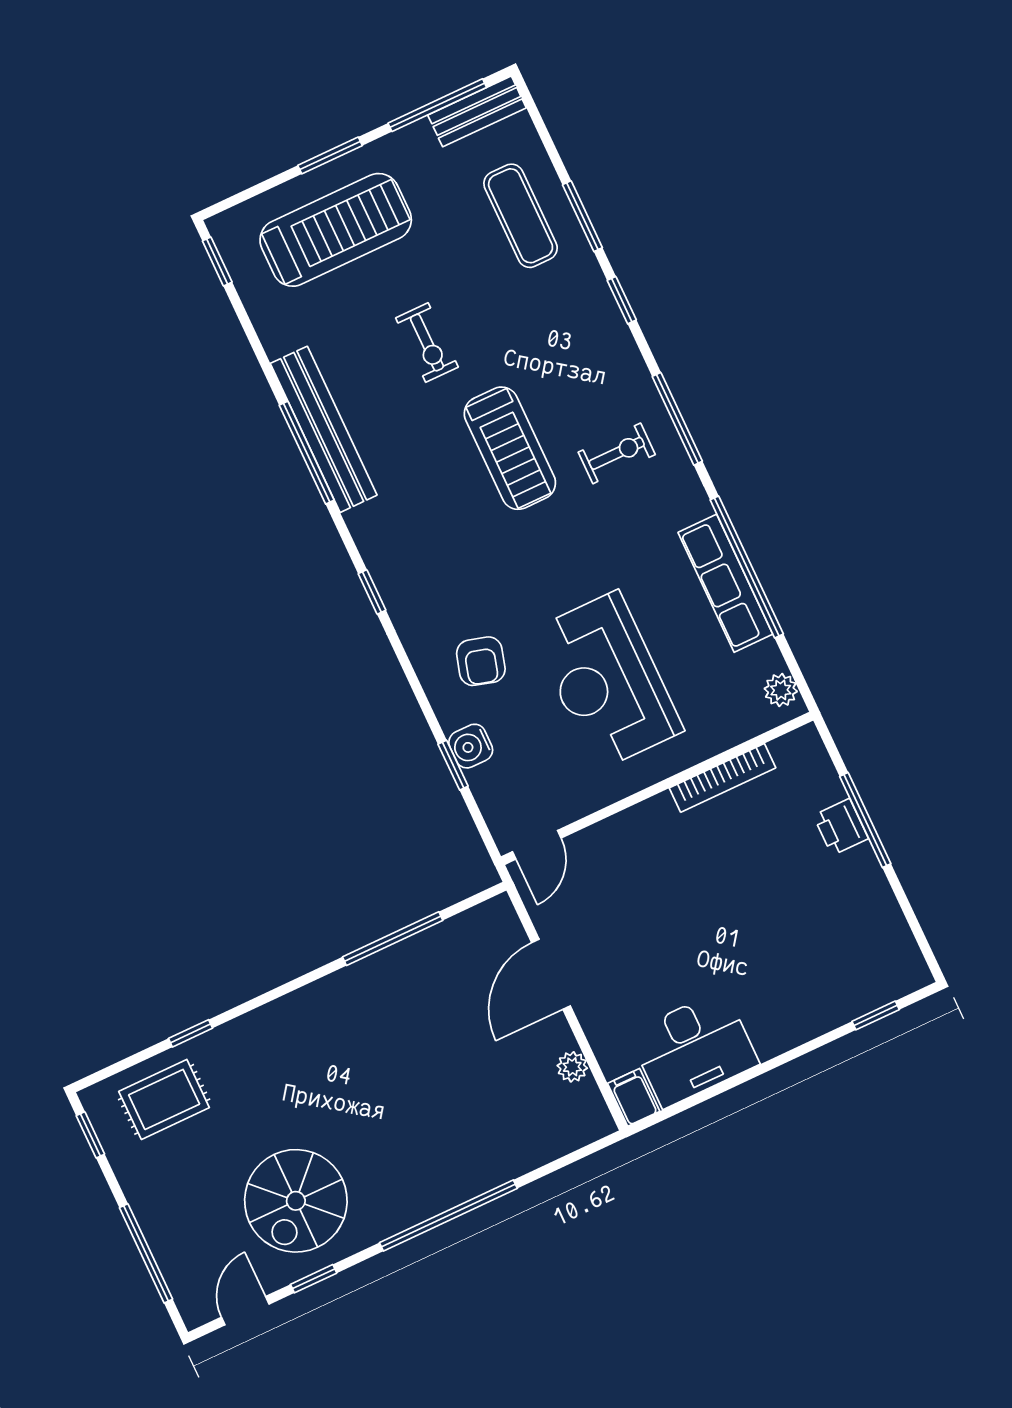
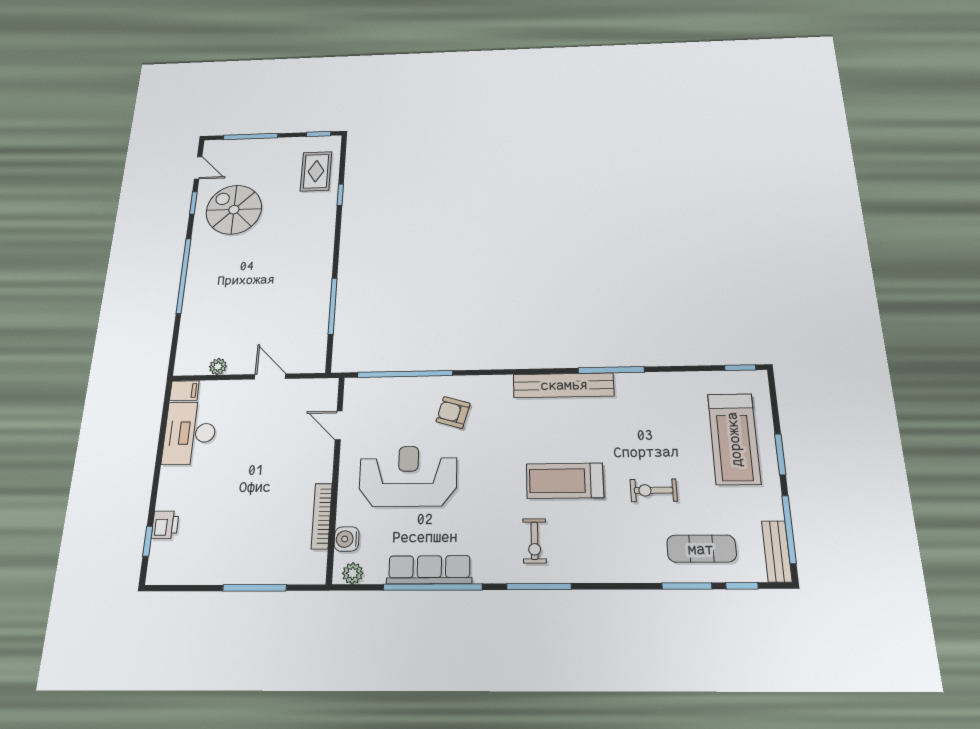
window: (622, 300) -> (742, 586), moved
exercise bike: (427, 343) -> (654, 490), moved
bench: (324, 429) -> (564, 385), moved
window: (372, 592) -> (518, 372), removed
water cooler: (471, 746) -> (347, 539), moved, turned -90
window: (453, 765) -> (405, 374), width x3.17
printer: (841, 827) -> (165, 525), moved, turned 90
door: (537, 845) -> (339, 425), moved
door: (551, 974) -> (270, 377), width x0.73

